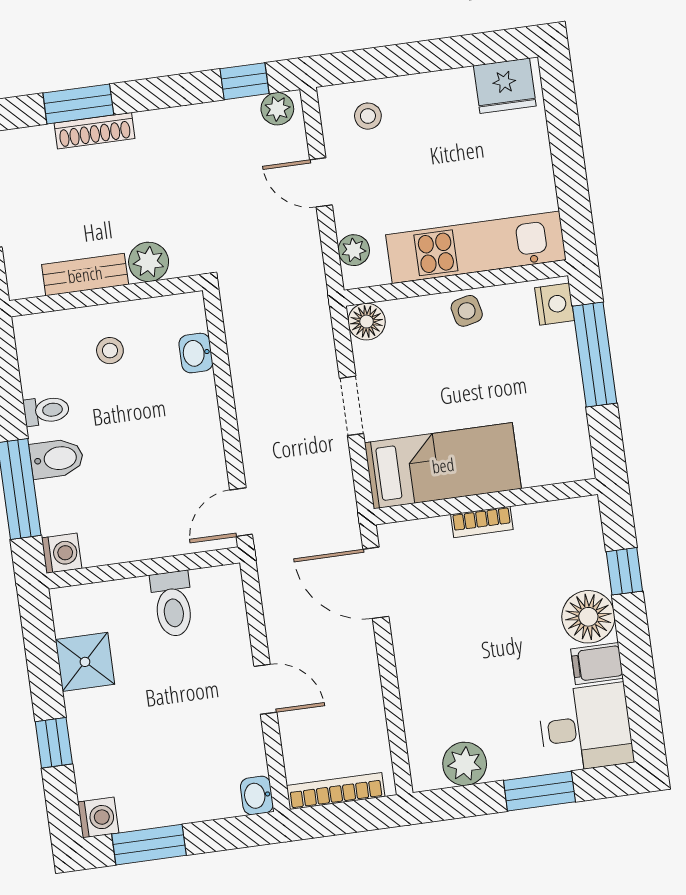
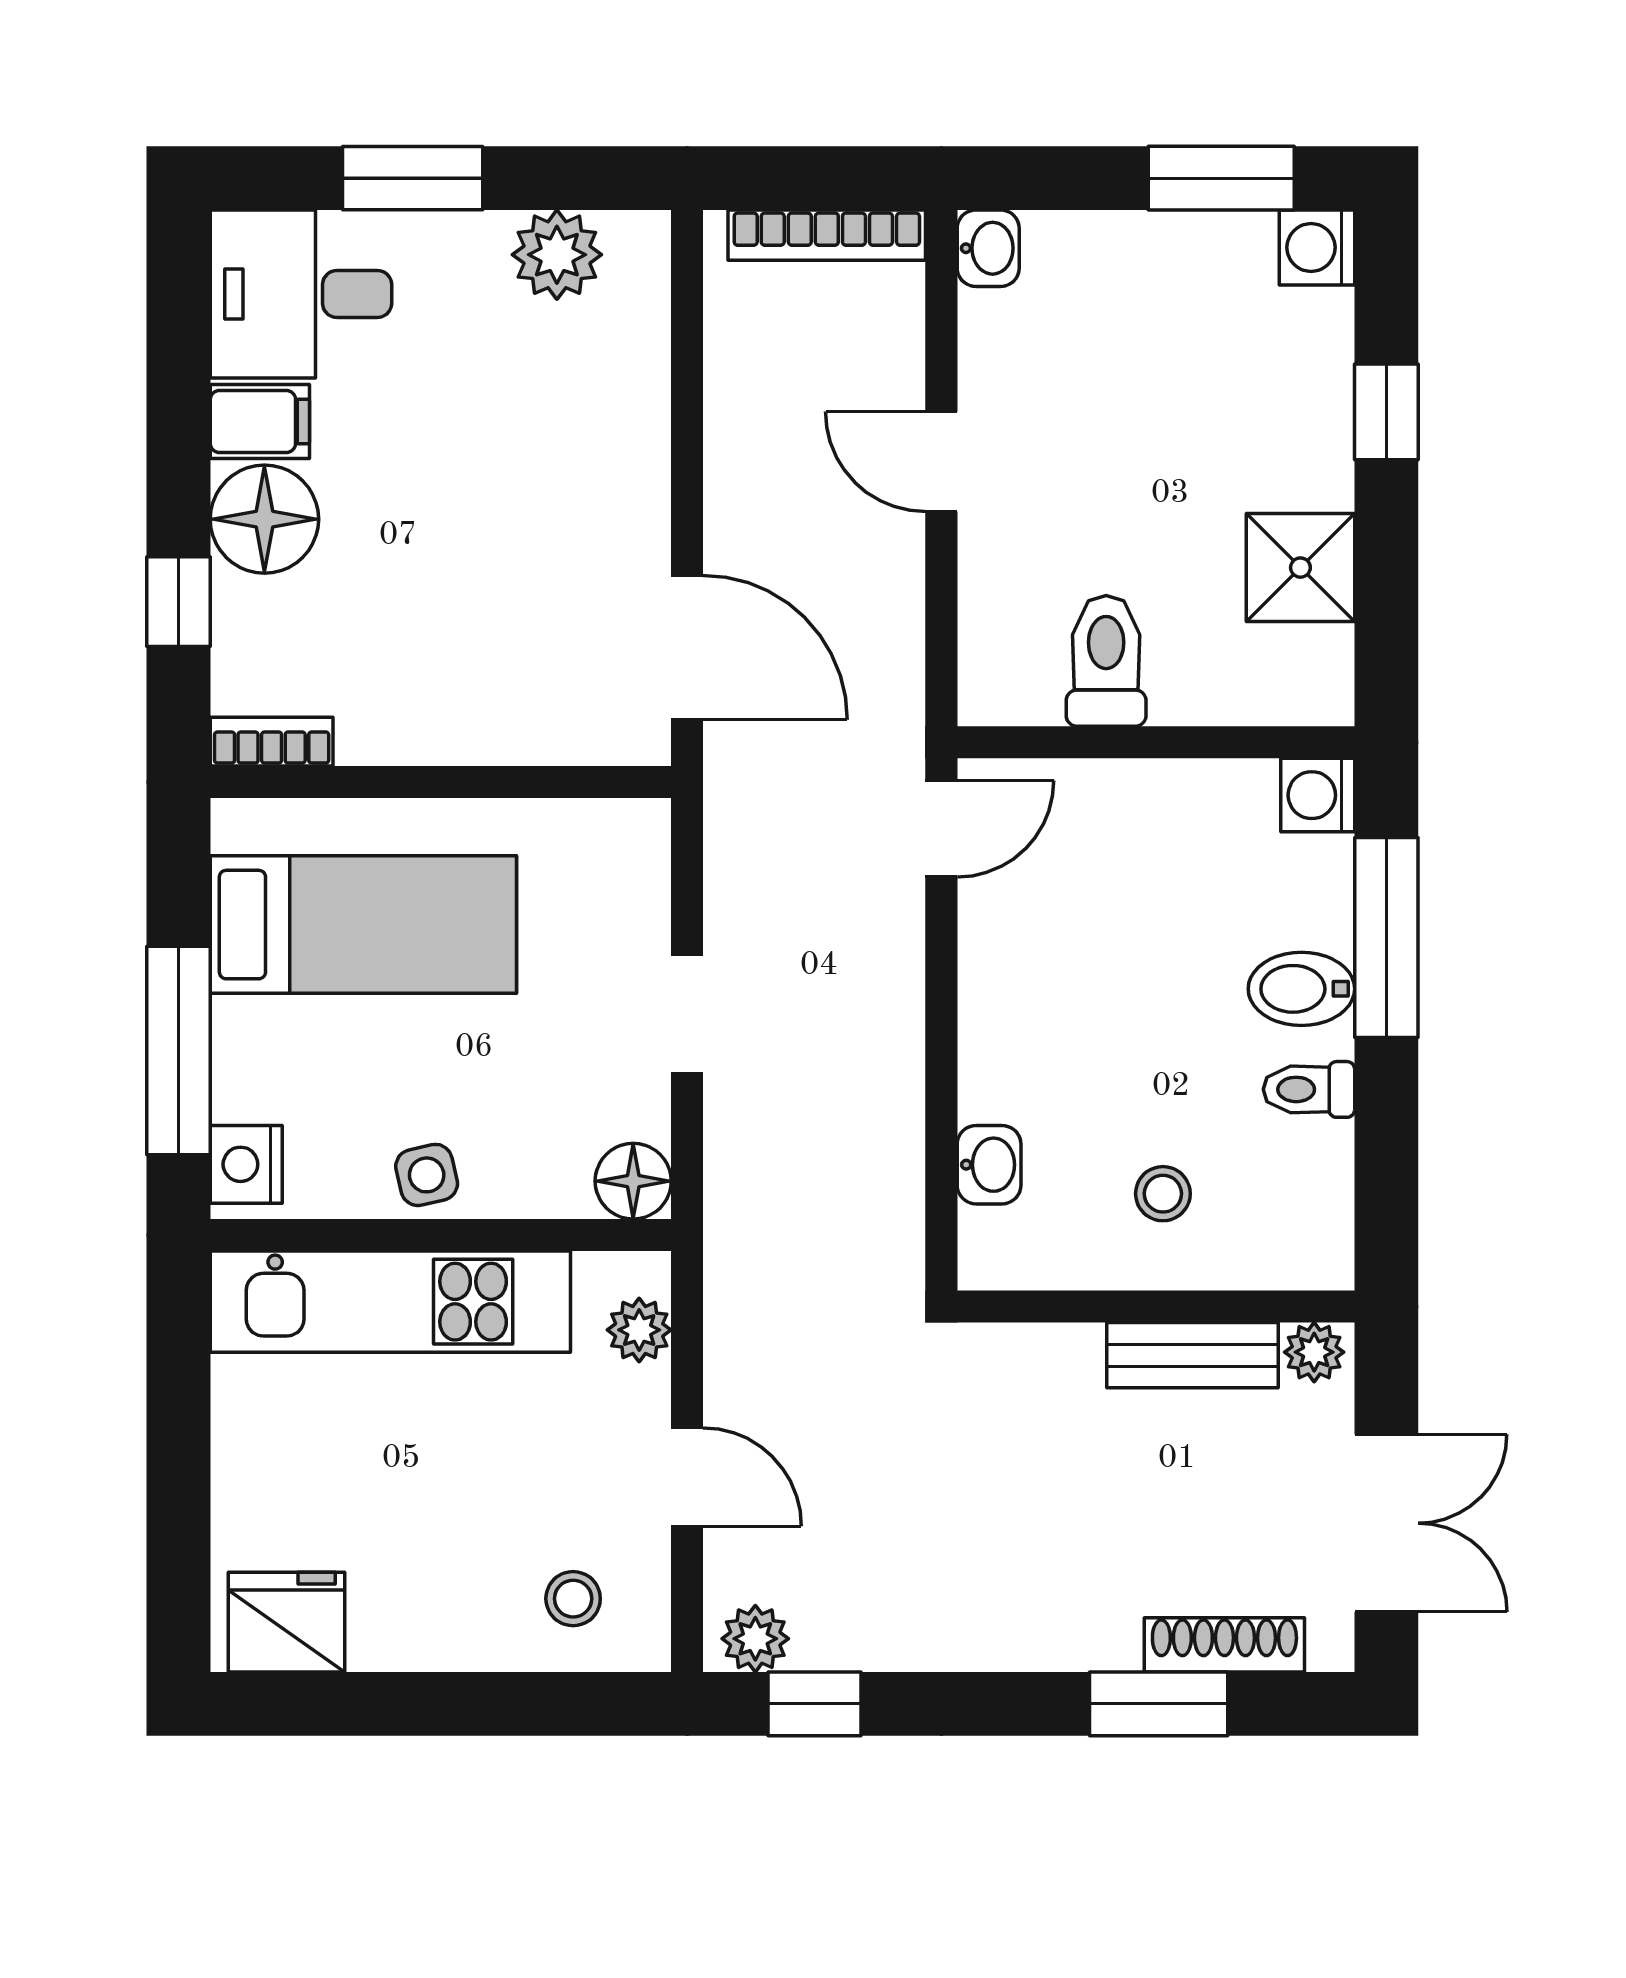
shoe rack: (94, 131) -> (1224, 1645), moved
plant: (149, 262) -> (1314, 1352), moved, width x0.73, depth x0.73
bed: (443, 466) -> (363, 925), moved, turned 180
bookcase: (482, 522) -> (272, 742), moved

